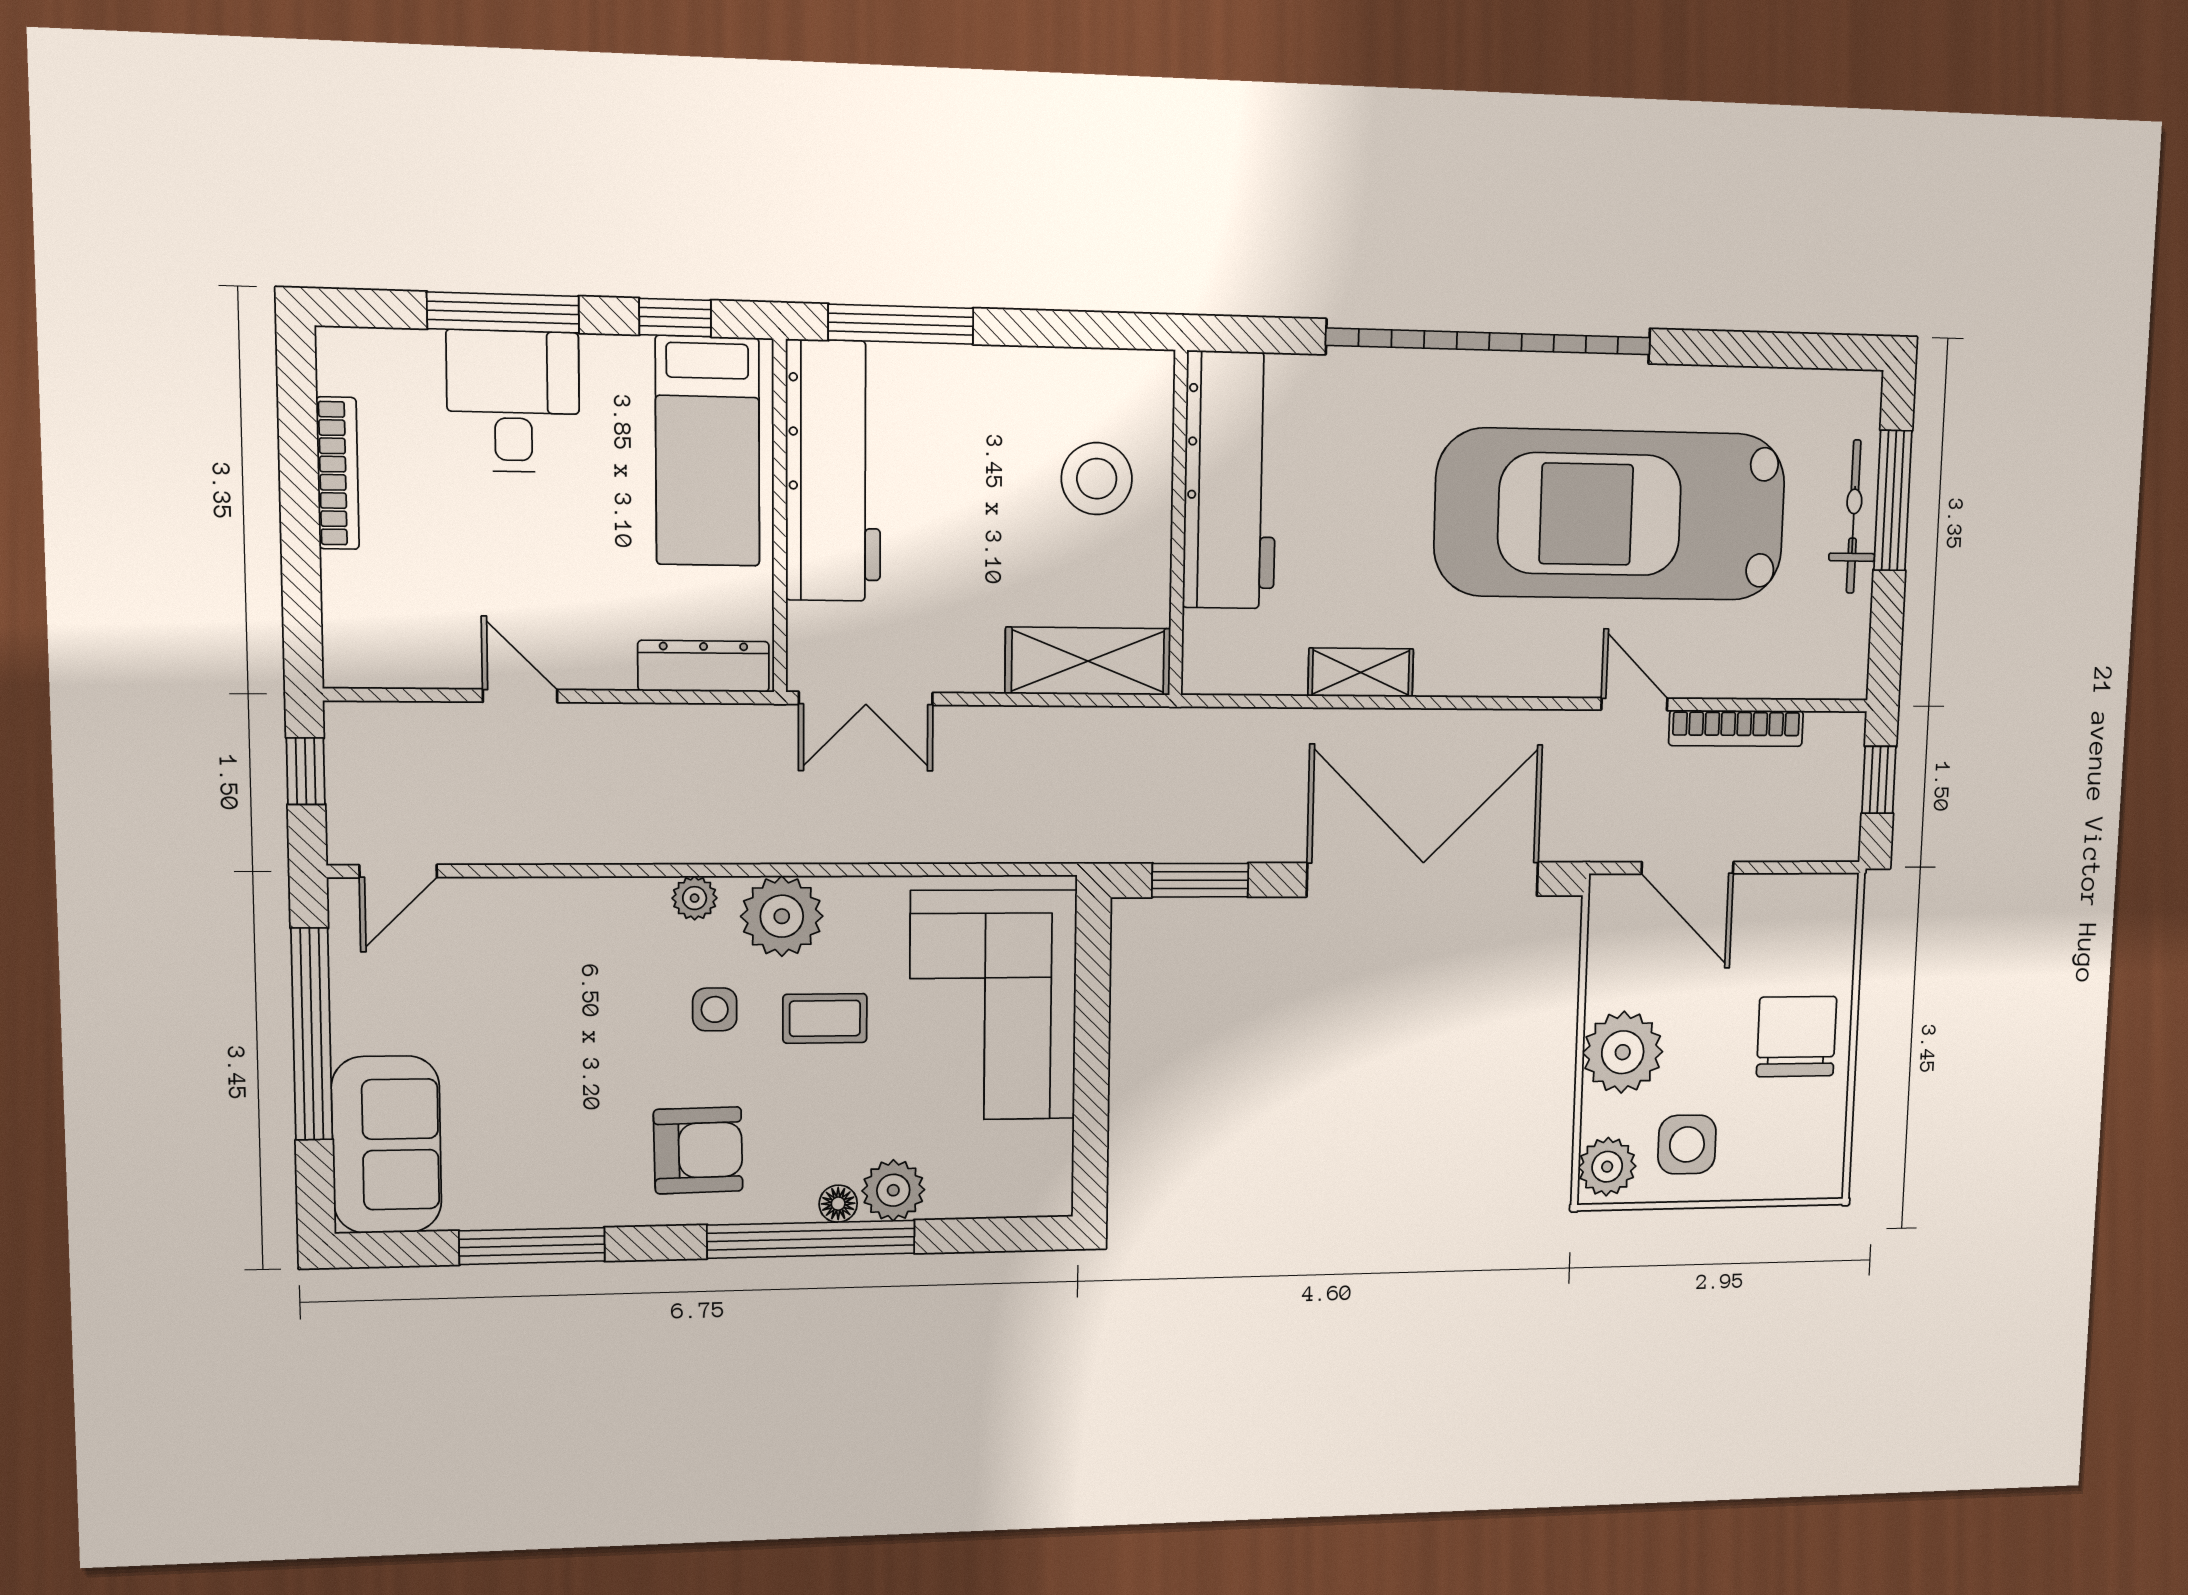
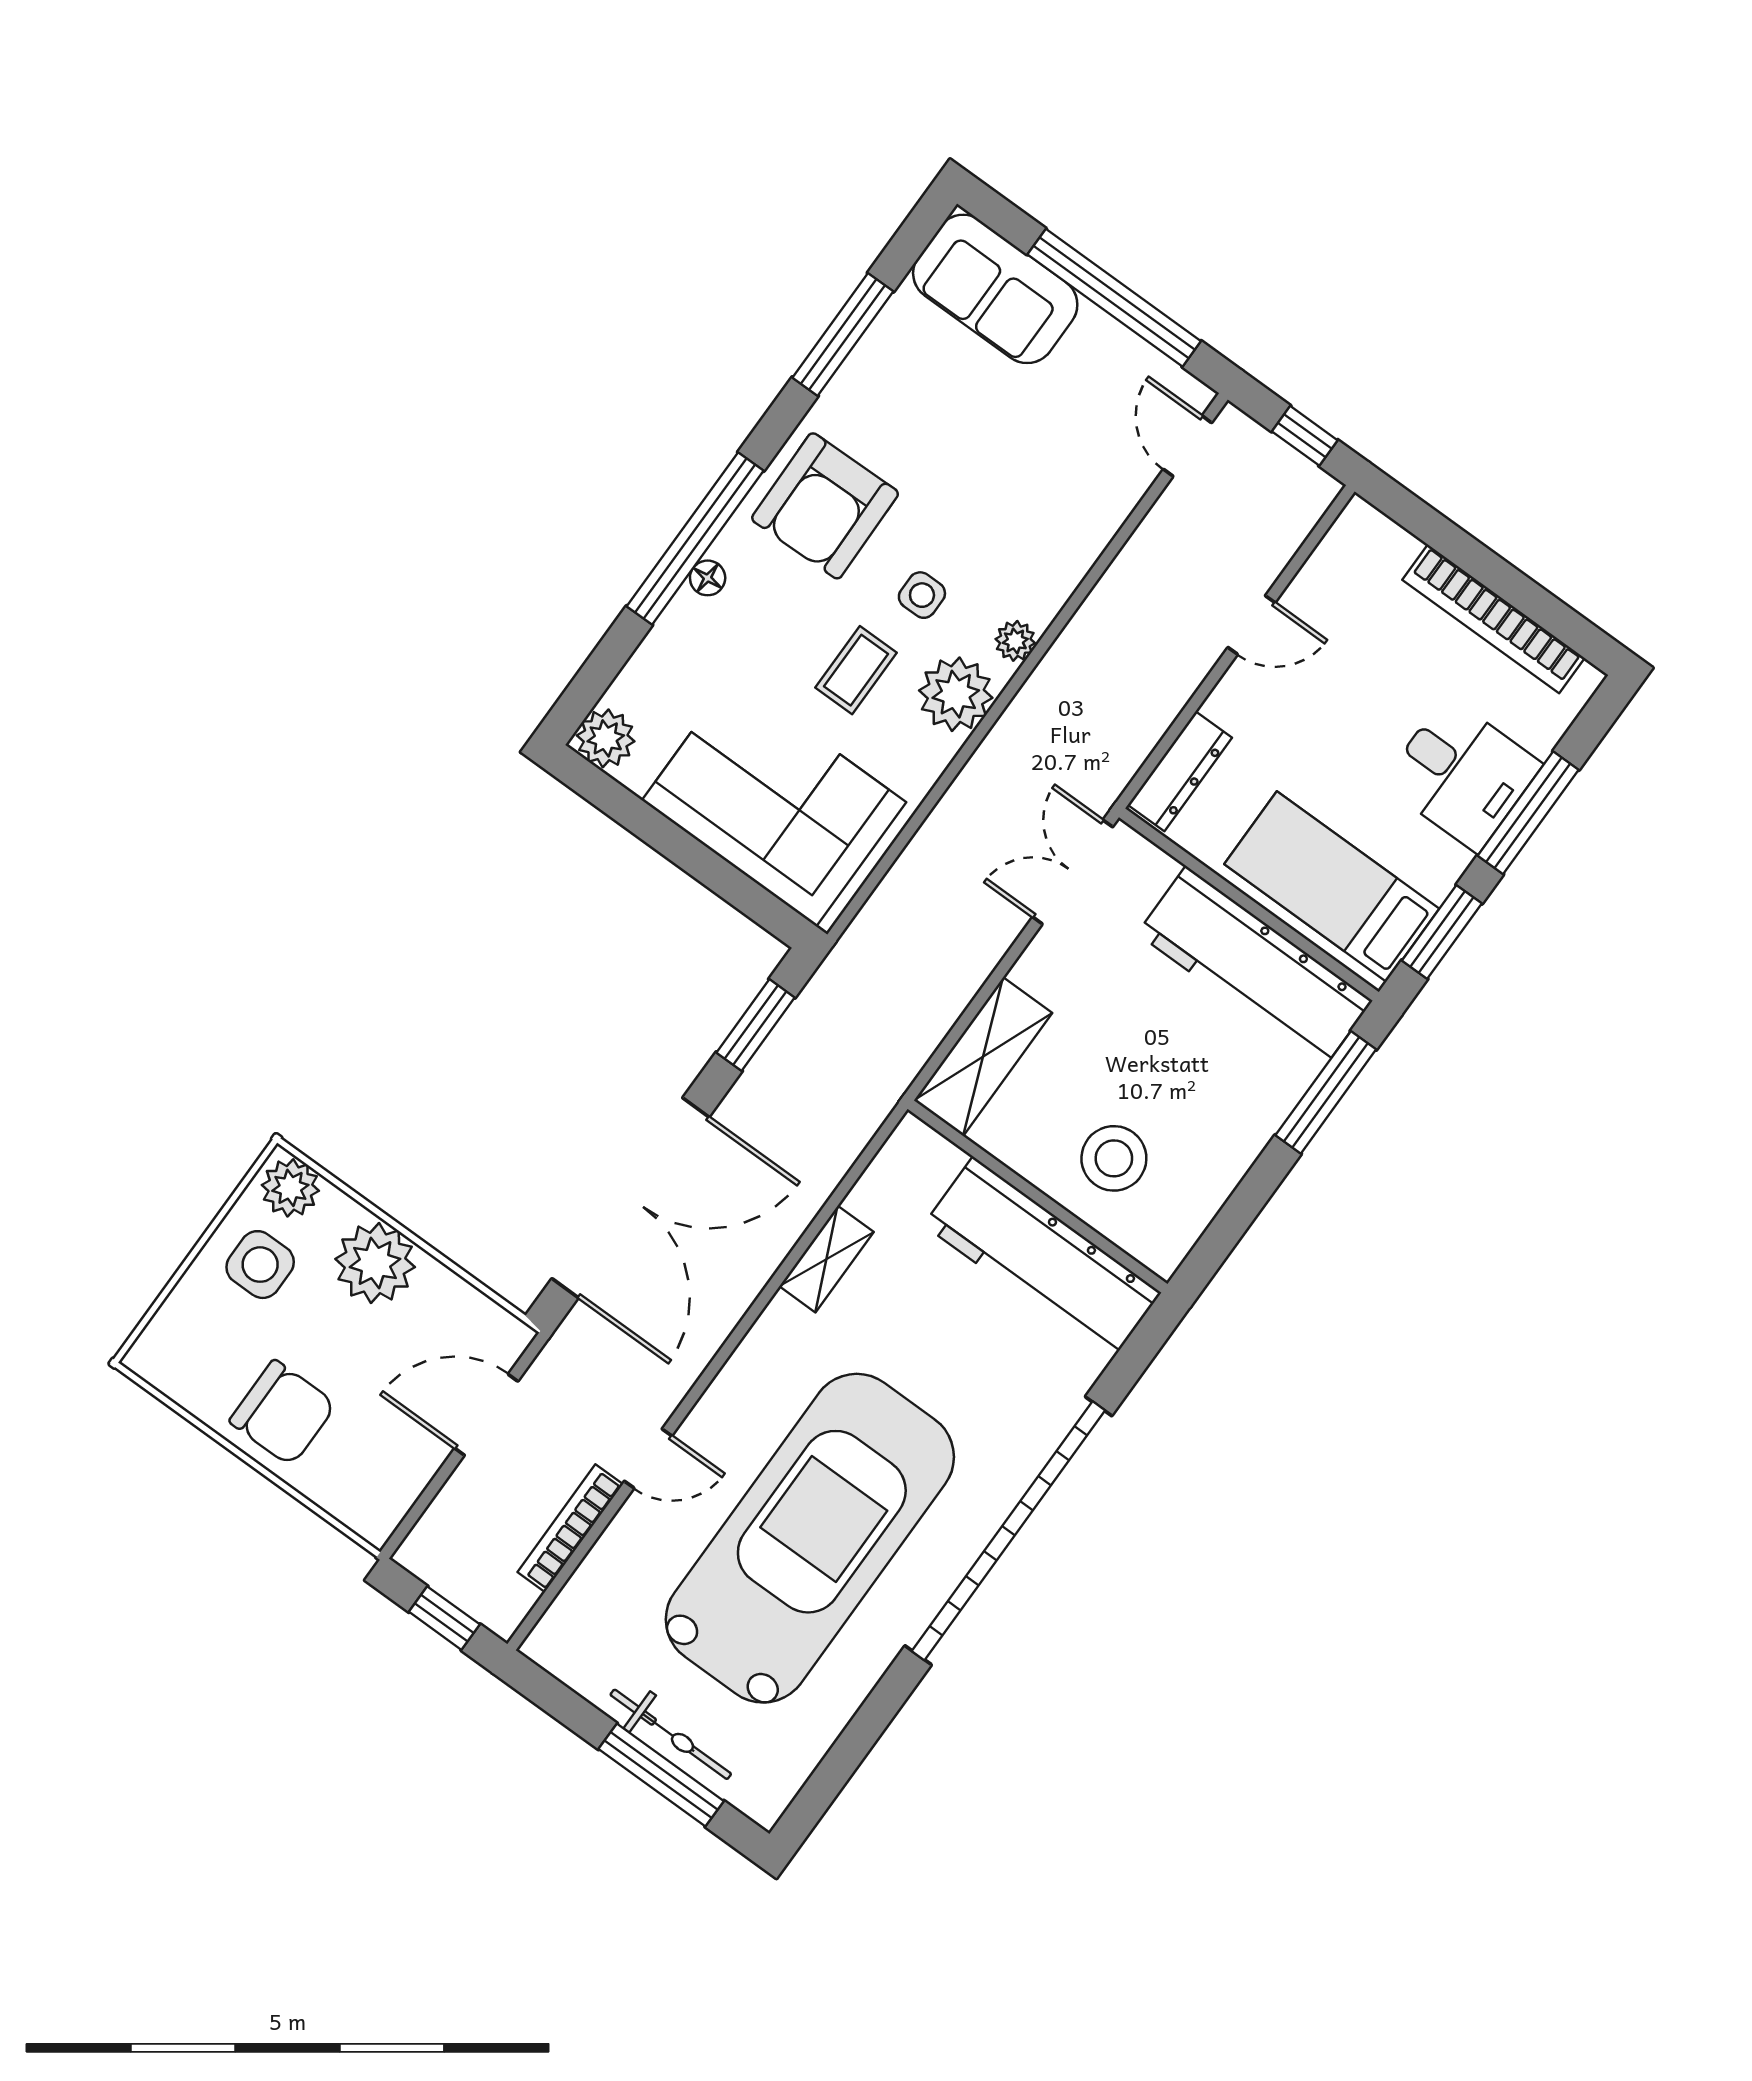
window: (675, 318) -> (1442, 932), width x1.50
bookcase: (338, 473) -> (1493, 619), width x1.48, depth x1.31
armchair: (698, 1150) -> (825, 506), width x1.36, depth x1.36
plant: (893, 1190) -> (606, 738), moved

